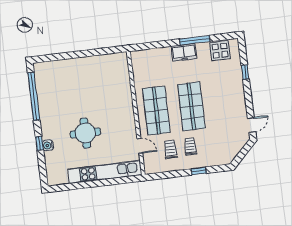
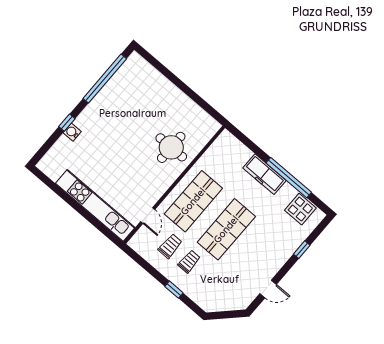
window: (195, 40) -> (289, 178), width x1.46
freezer: (184, 52) -> (264, 174), width x1.40
door: (252, 125) -> (268, 289), moved
round table: (85, 133) -> (171, 147), moved

